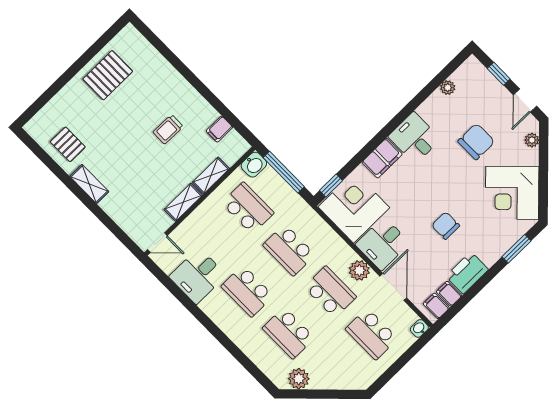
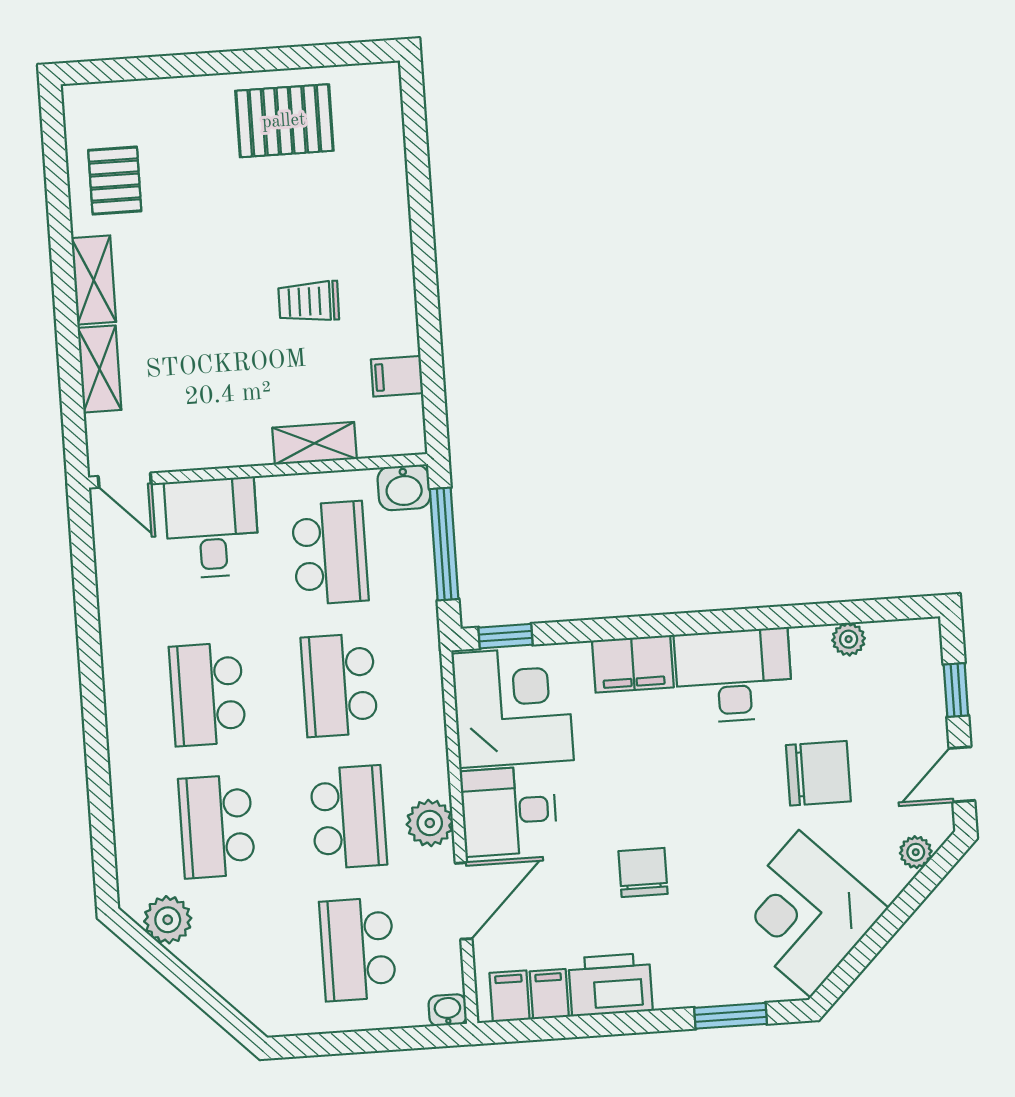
desk: (414, 138) -> (734, 676), width x1.37
shelving: (183, 202) -> (99, 369), moved, turned 90
desk: (198, 276) -> (212, 528), moved, turned 90

